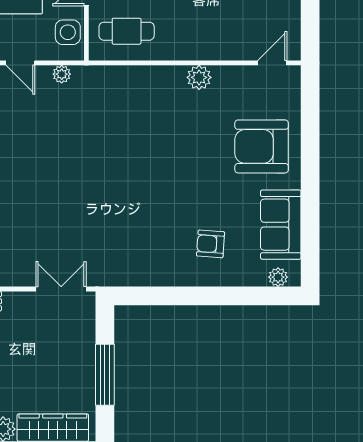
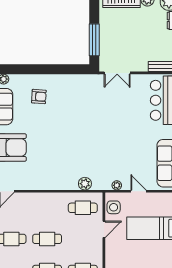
plant: (199, 77) -> (85, 184), moved
window: (105, 375) -> (94, 40), moved

